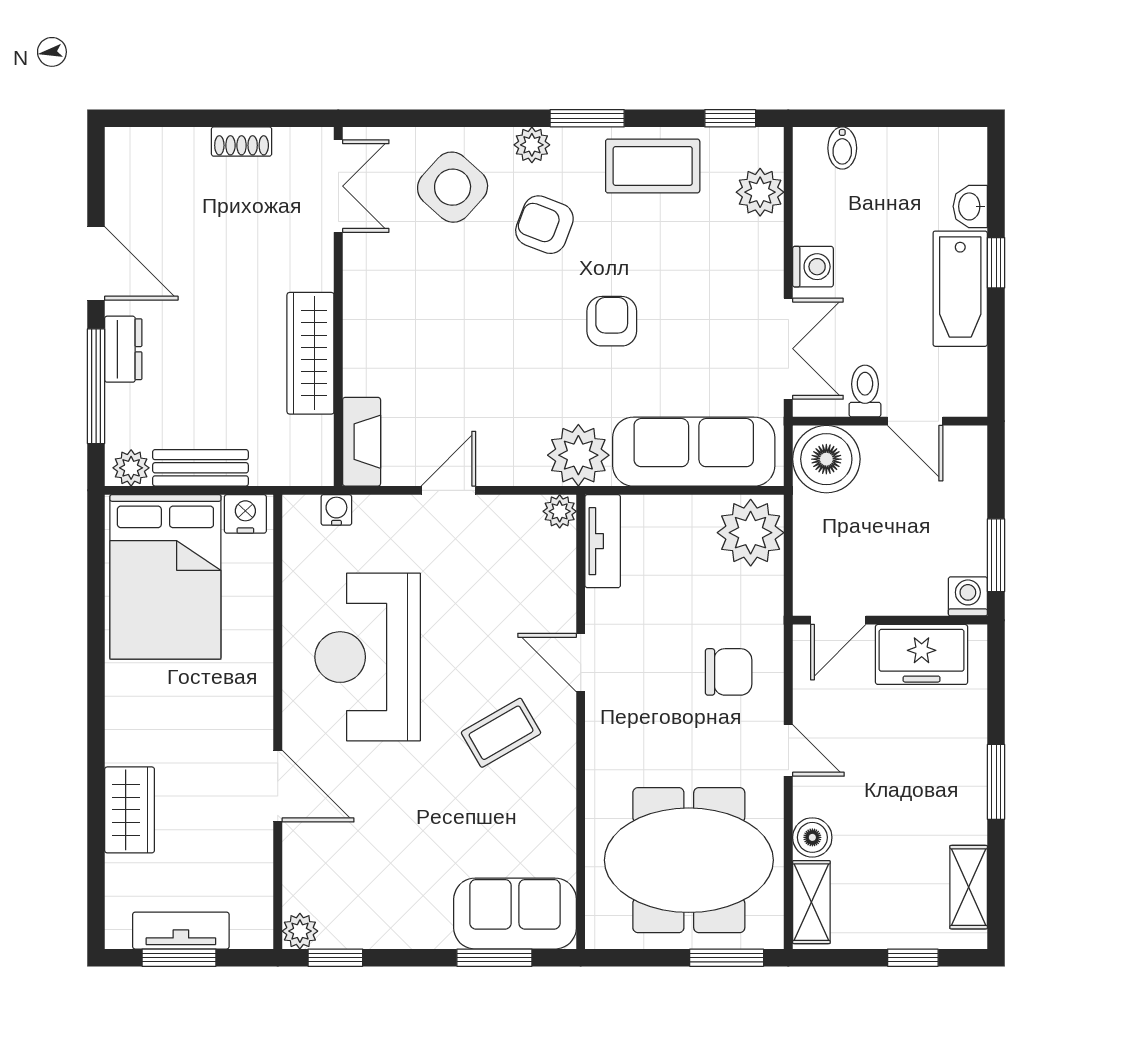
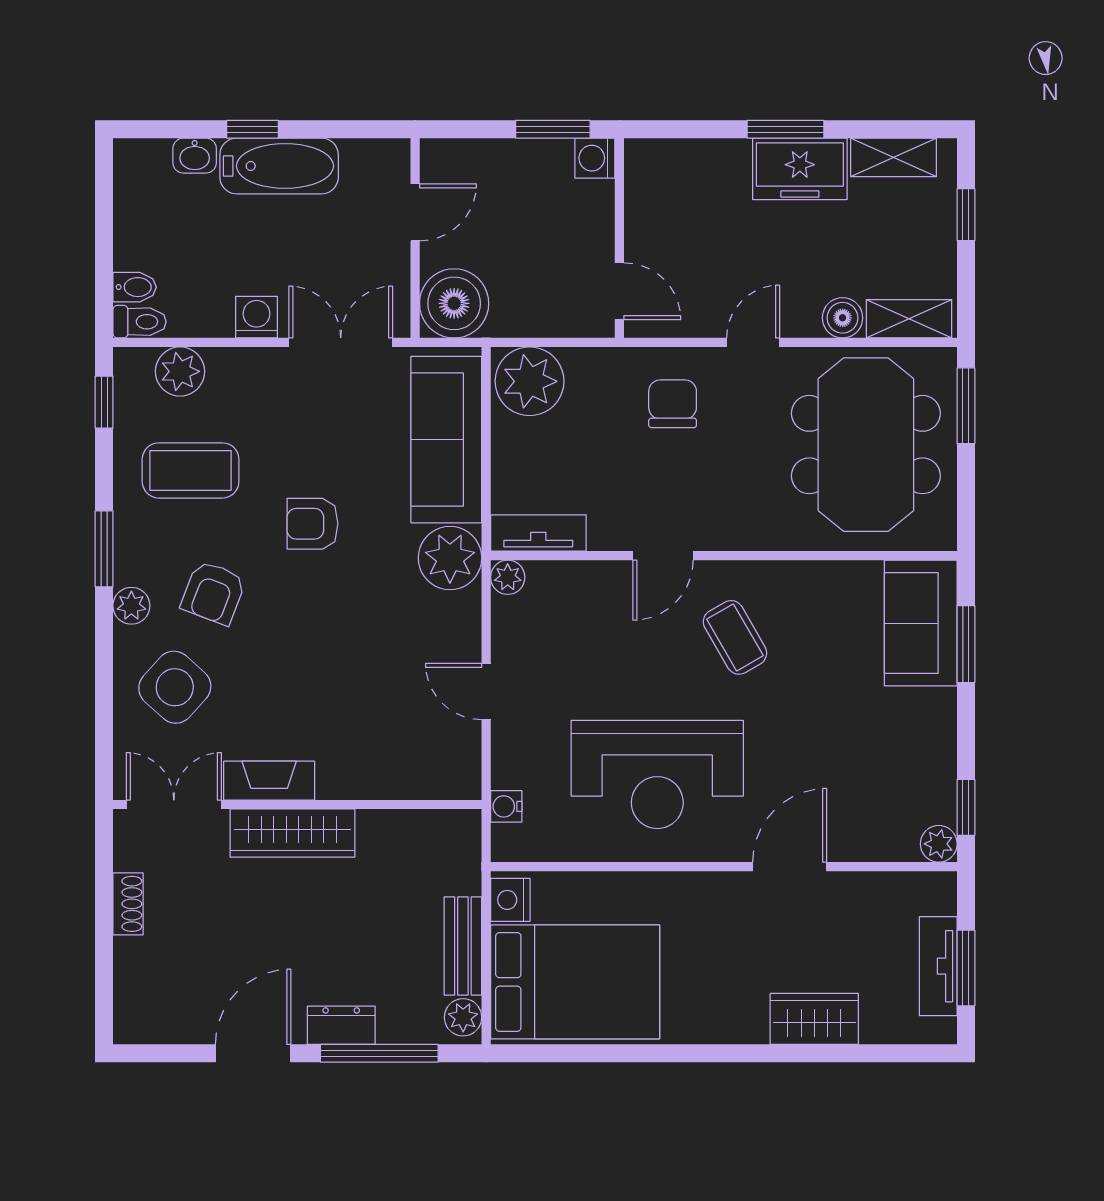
coffee table: (653, 166) -> (191, 470), moved, turned 90
wardrobe: (310, 353) -> (293, 833), moved
toilet: (865, 391) -> (140, 322), moved, turned 180
fireplace: (362, 442) -> (269, 781), moved
freezer: (922, 654) -> (800, 169), moved, turned 90

